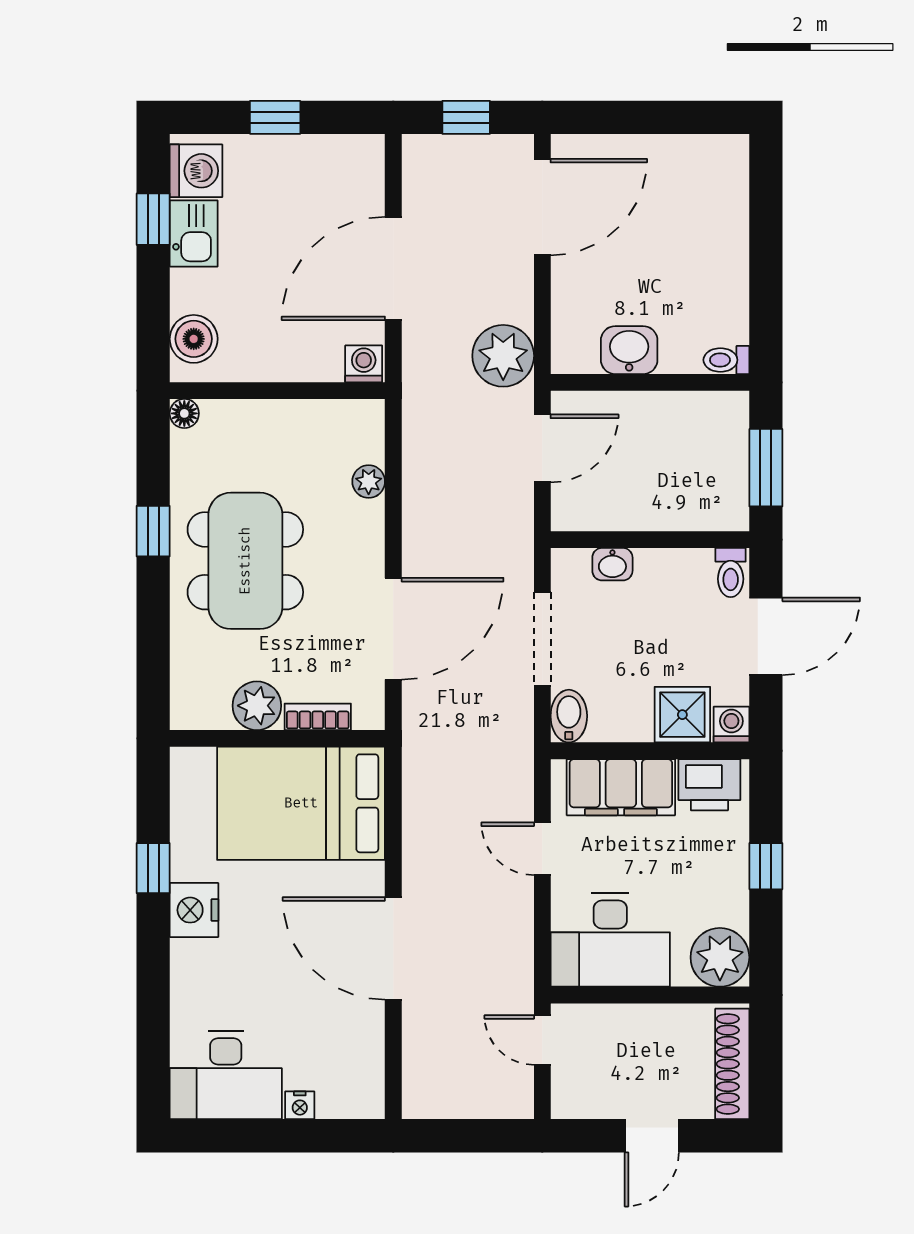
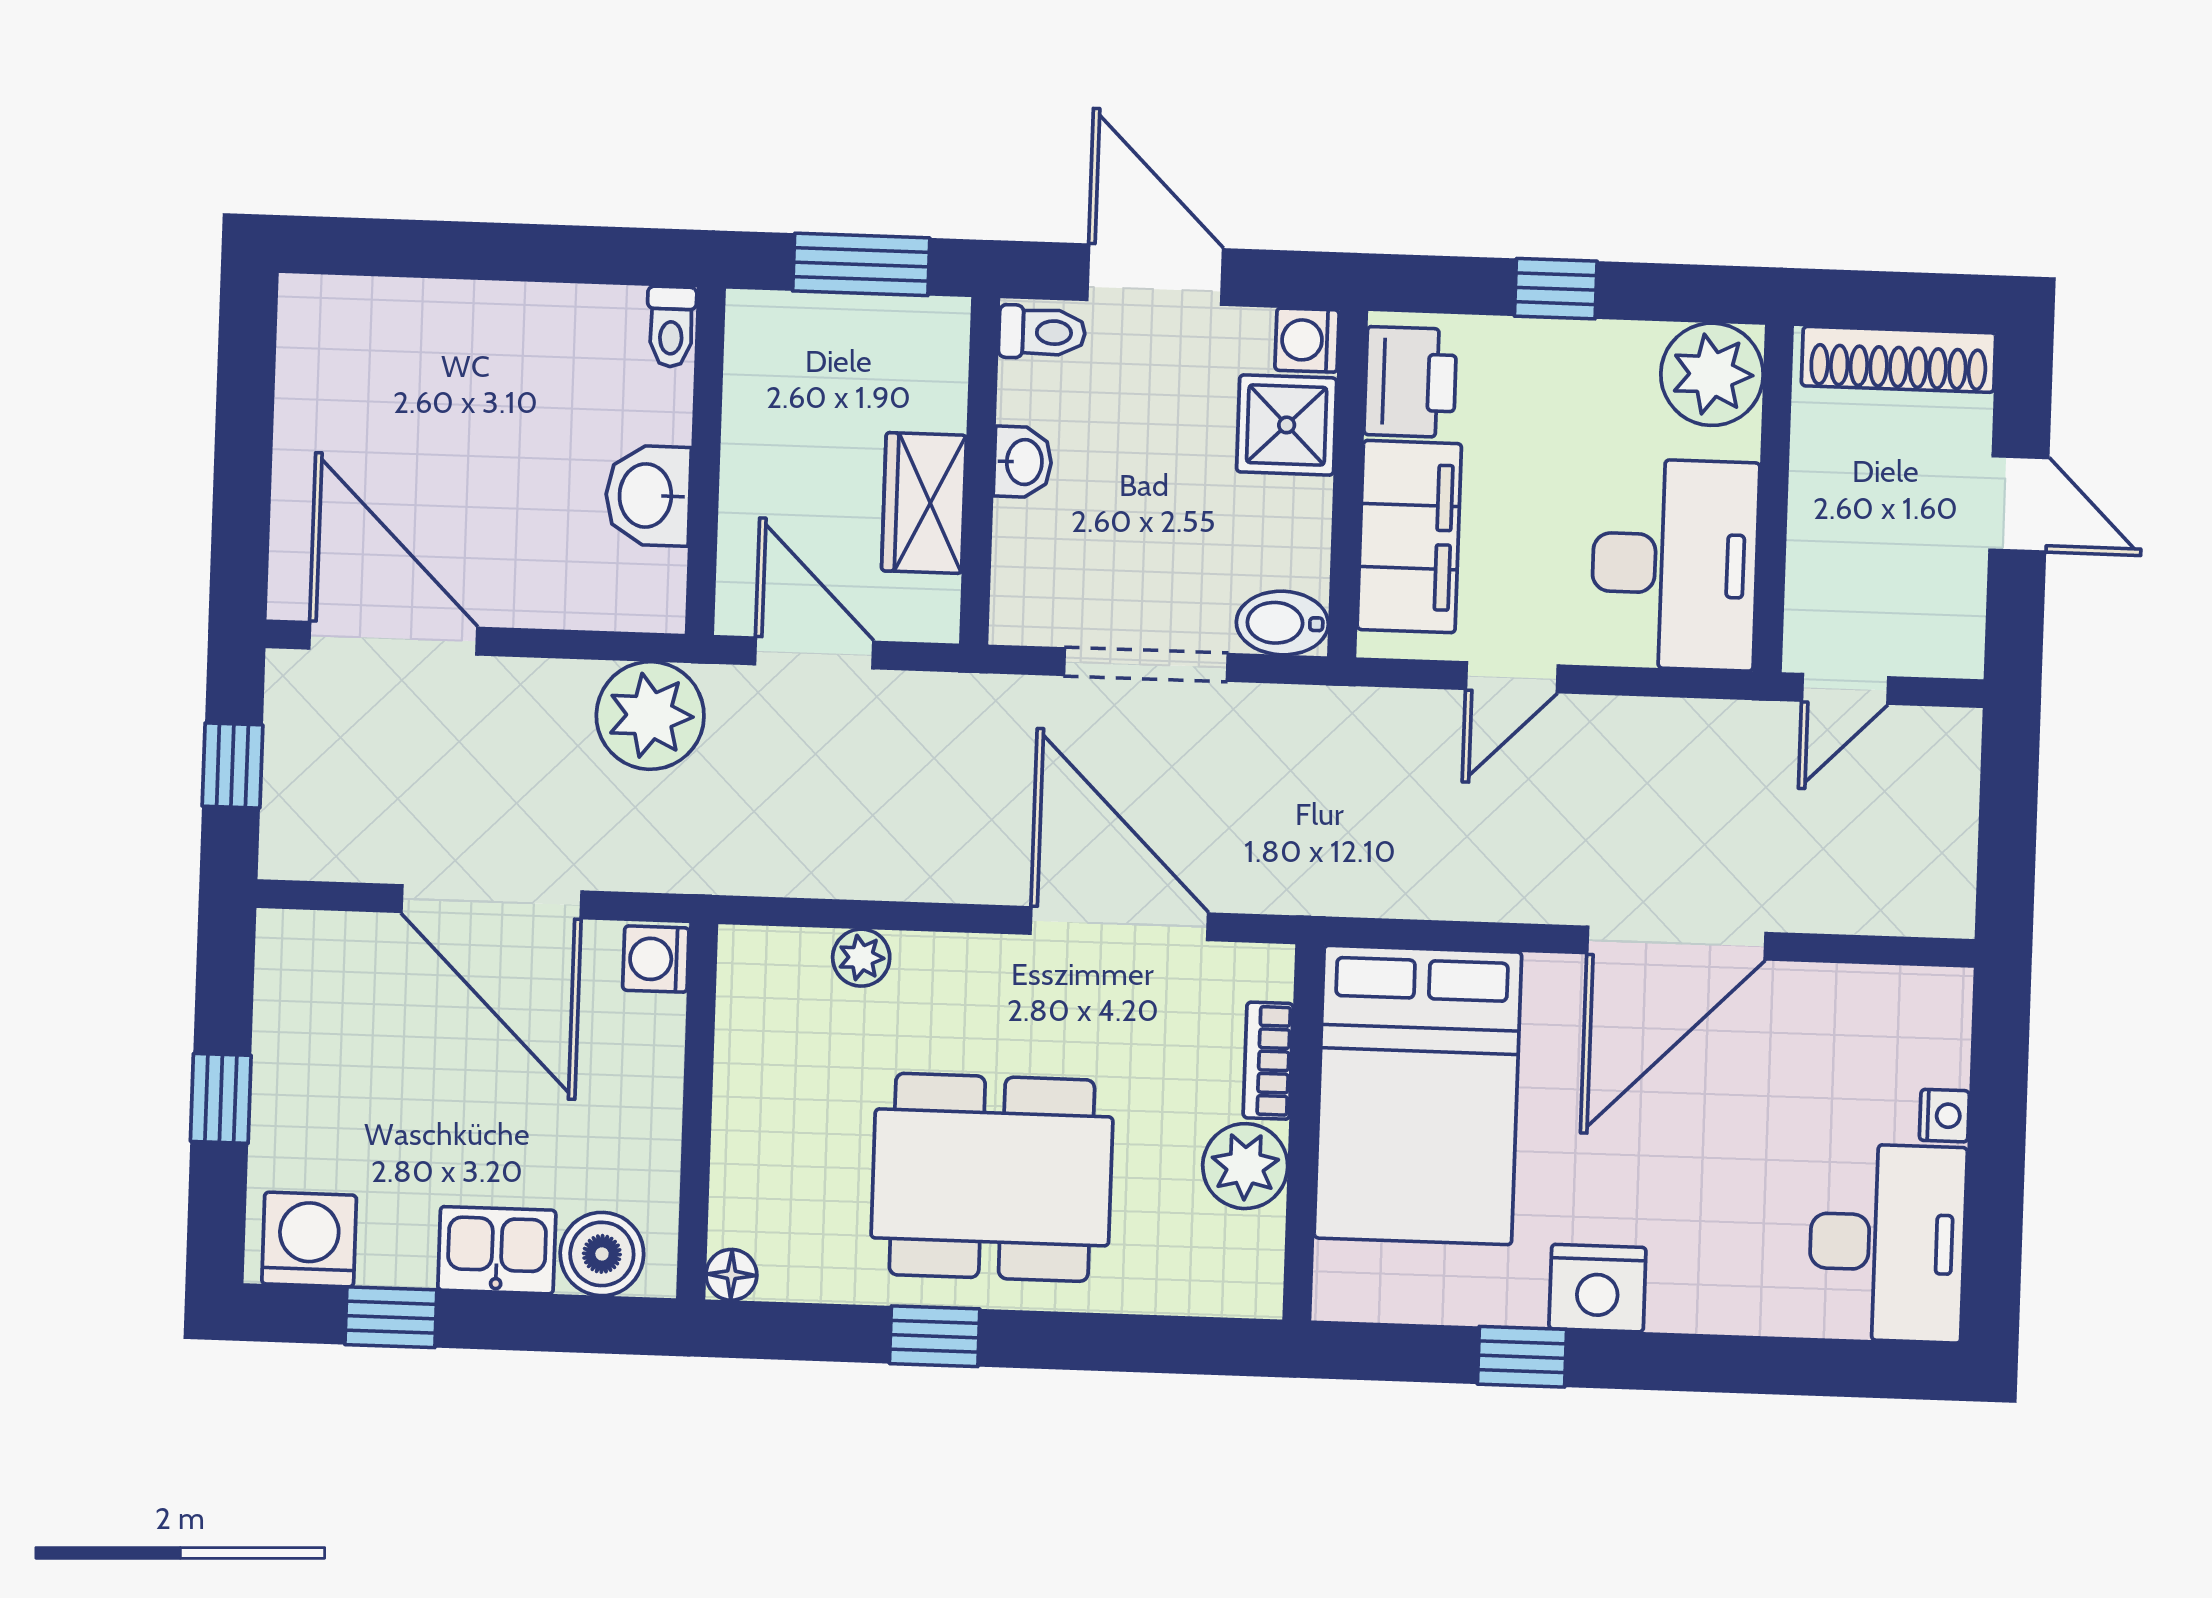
kitchen sink: (194, 234) -> (497, 1250), moved
wardrobe: (630, 508) -> (924, 503), added
washbasin: (612, 564) -> (1023, 462), moved

